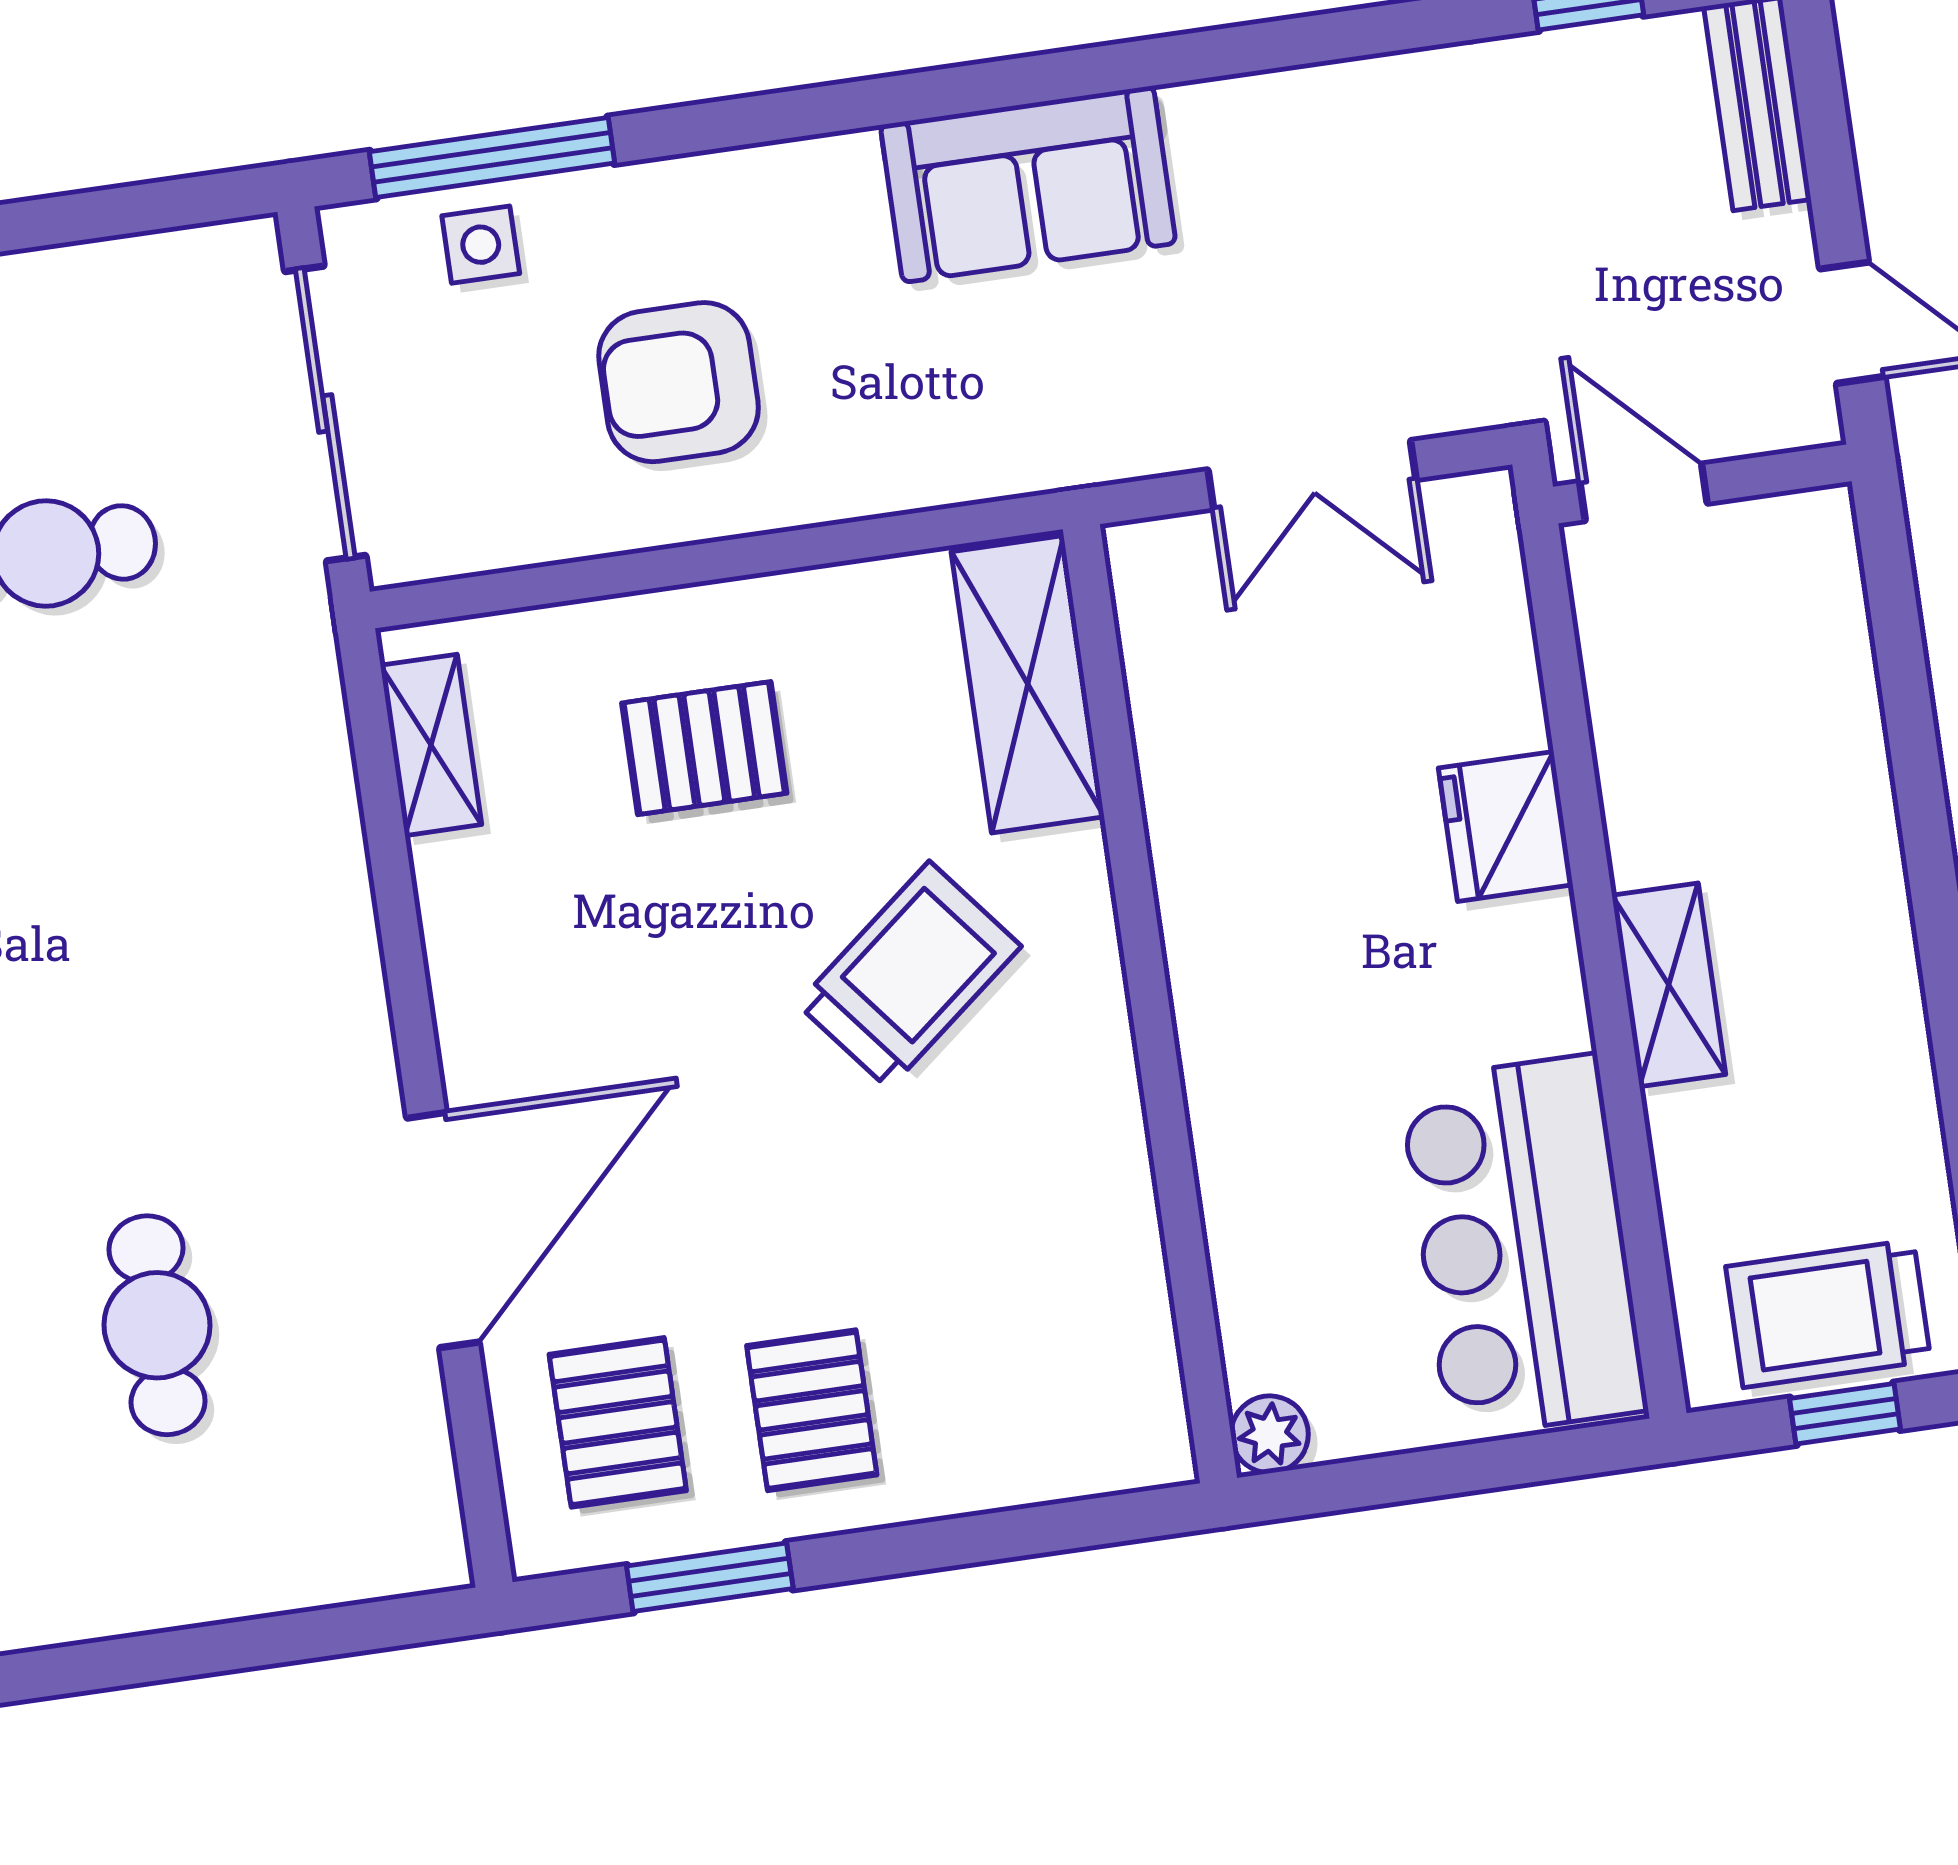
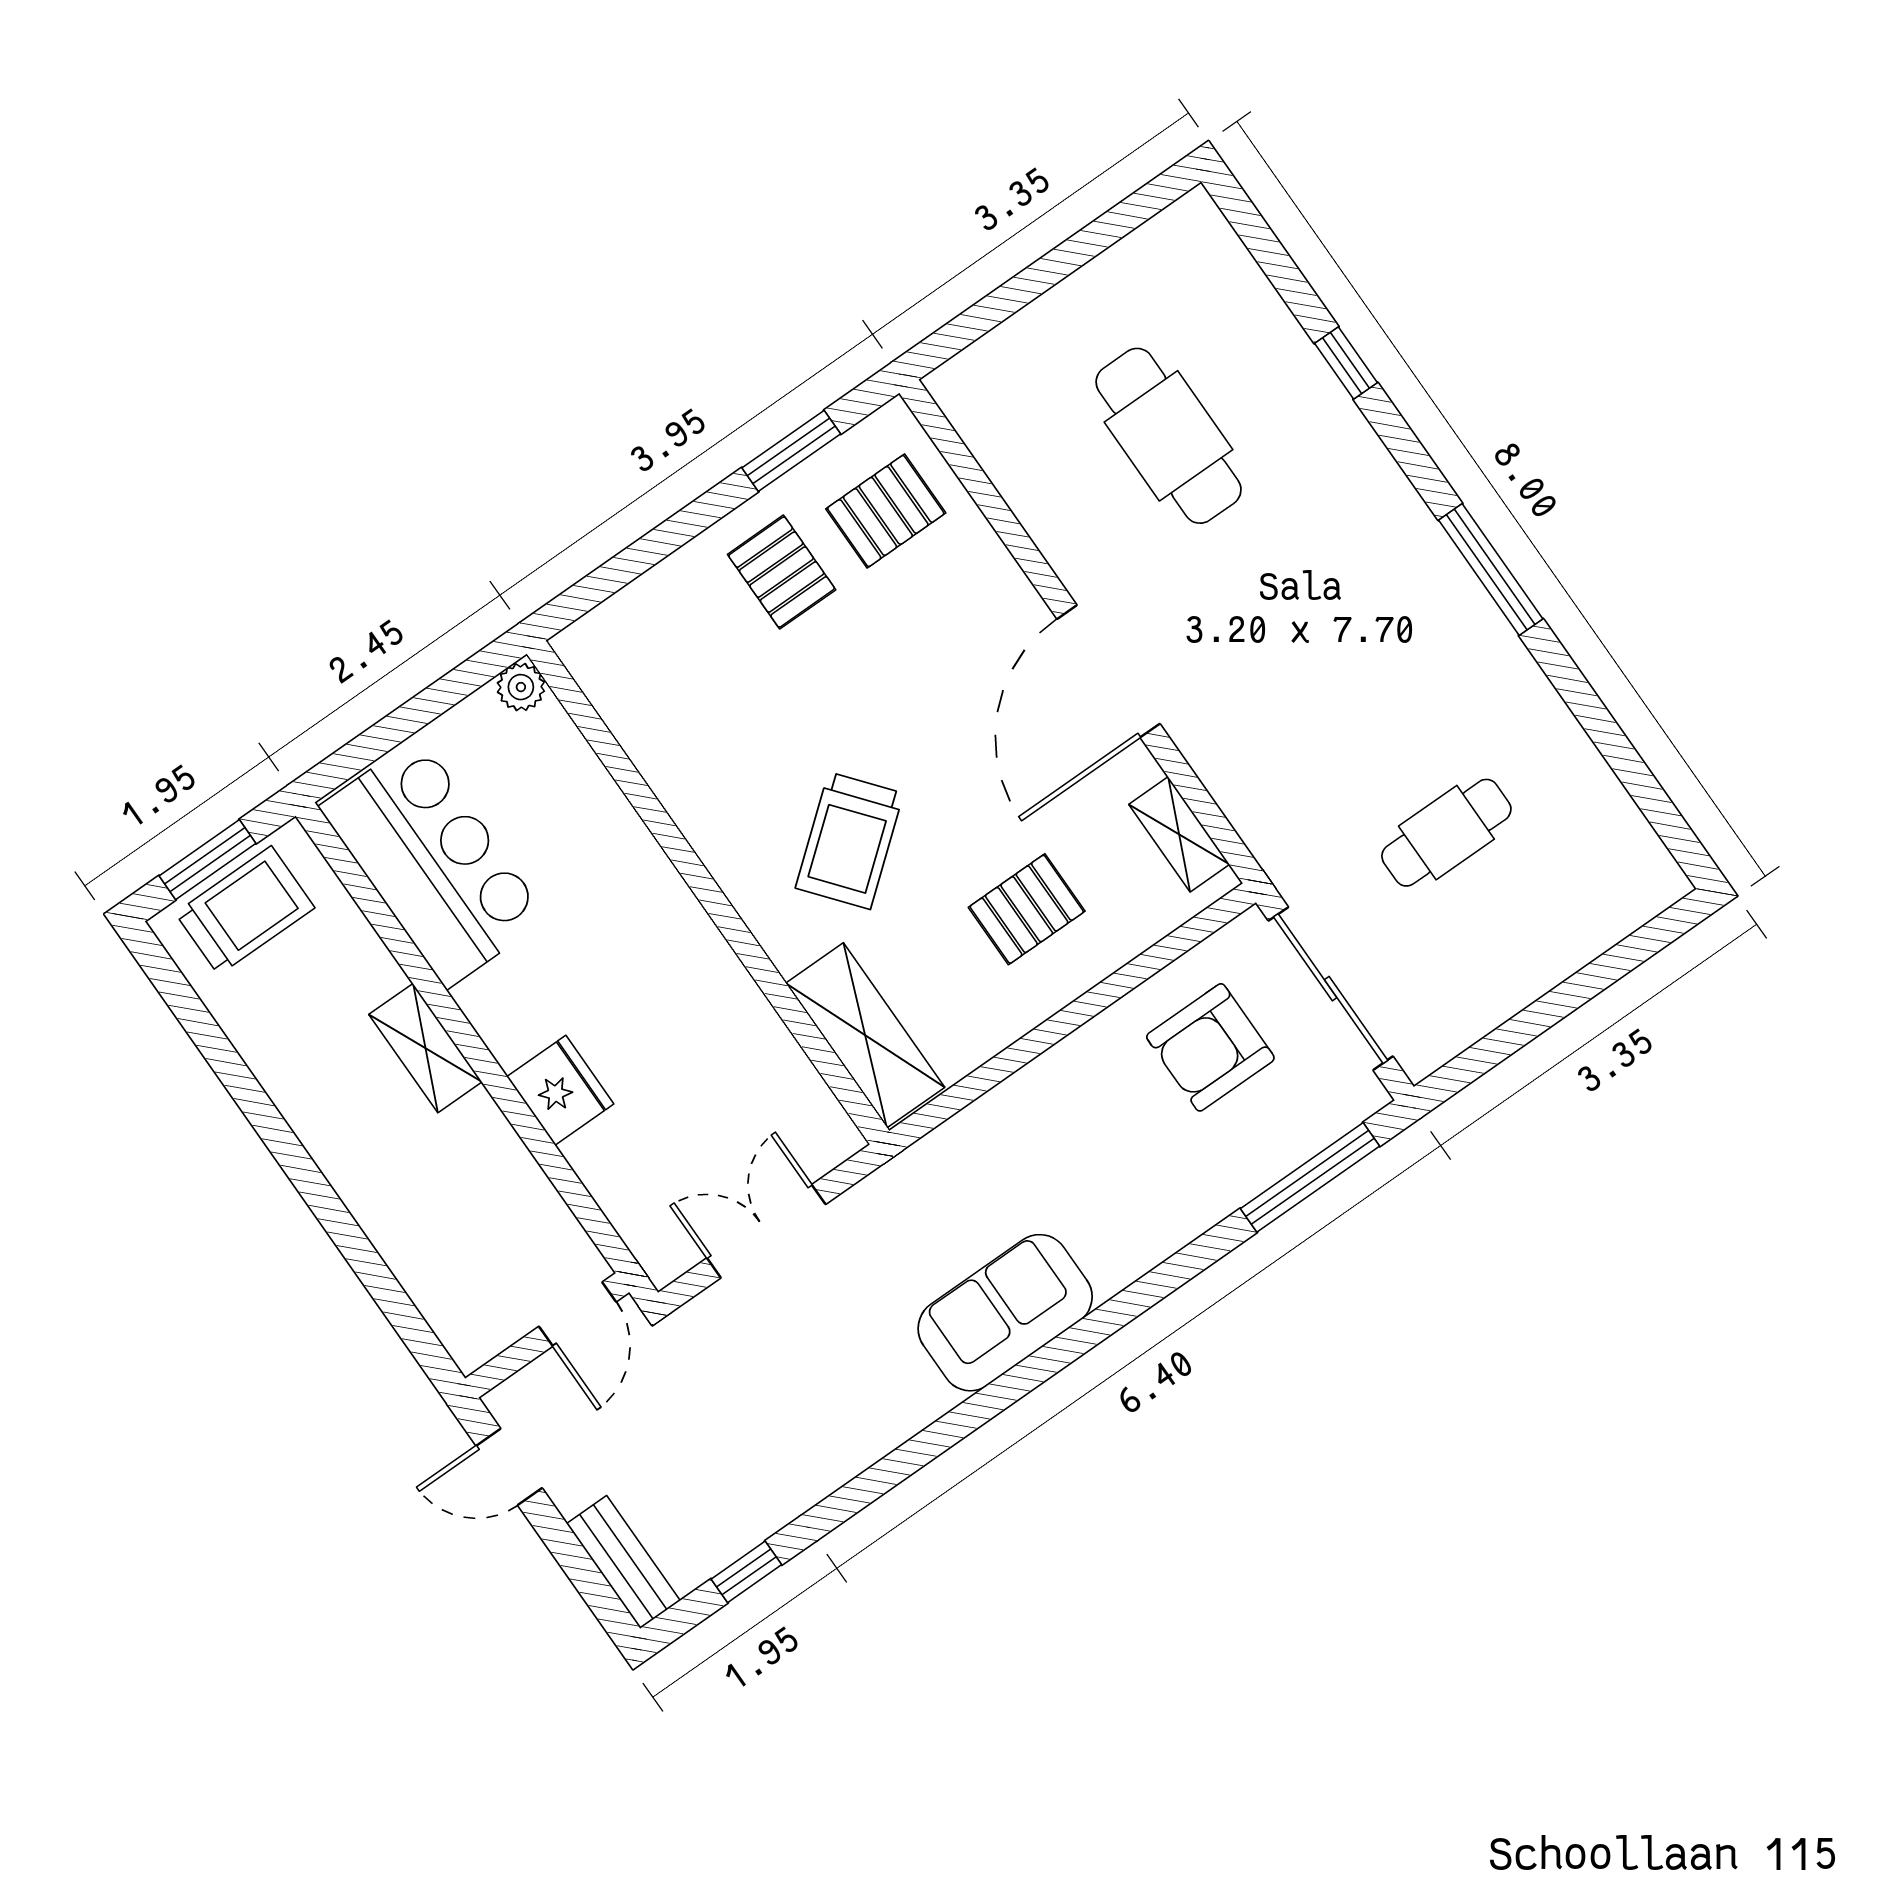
side table: (481, 245) -> (1292, 1126), removed
armchair: (679, 382) -> (1210, 1047), moved, turned 180
door: (1643, 492) -> (577, 1314), hinge flipped
door: (443, 1230) -> (1108, 671), moved
cafe table: (157, 1325) -> (1169, 436), width x1.37, depth x1.35
window: (1845, 1414) -> (208, 860), width x1.50
pallet: (618, 1422) -> (886, 511), turned 90

